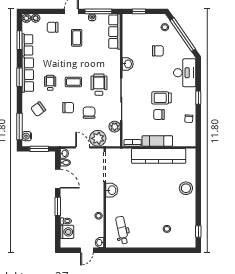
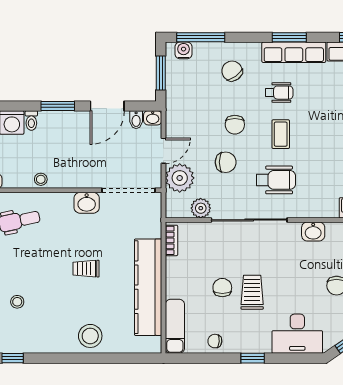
exam couch: (157, 141) -> (175, 326), moved
trolley: (148, 191) -> (86, 269), added

